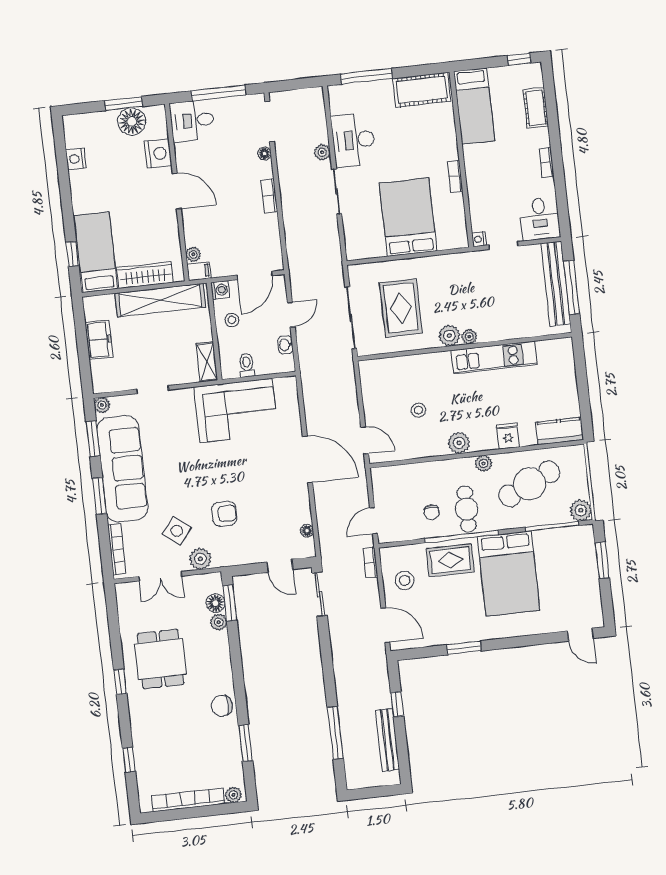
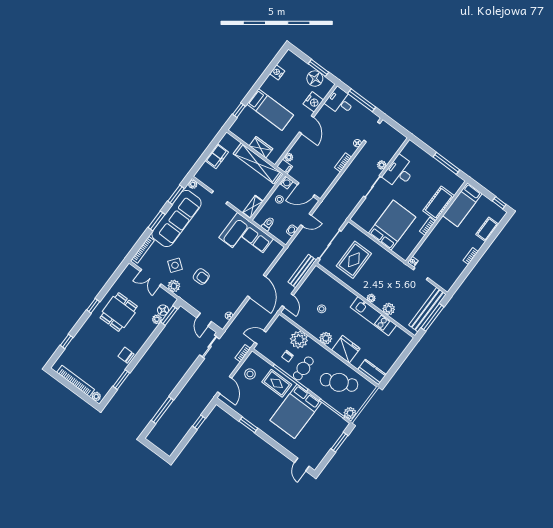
window: (366, 76) -> (446, 163), moved
cot: (422, 90) -> (439, 203), moved, turned 90
desk: (540, 219) -> (446, 277), removed
bed: (96, 252) -> (270, 110), moved, turned 90
wardrobe: (145, 275) -> (261, 147), width x0.67
plant: (449, 336) -> (389, 309), moved
fridge: (508, 436) -> (346, 349), width x1.88, depth x1.34
plant: (483, 463) -> (299, 340), moved, width x1.87, depth x1.87
bench: (388, 740) -> (302, 271), moved

